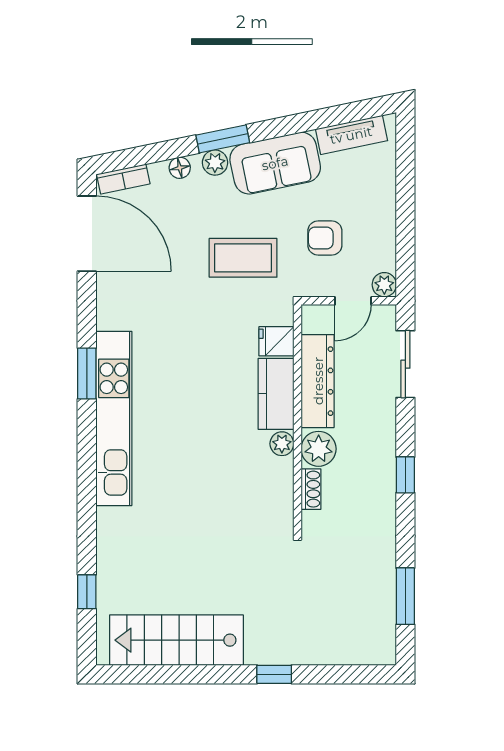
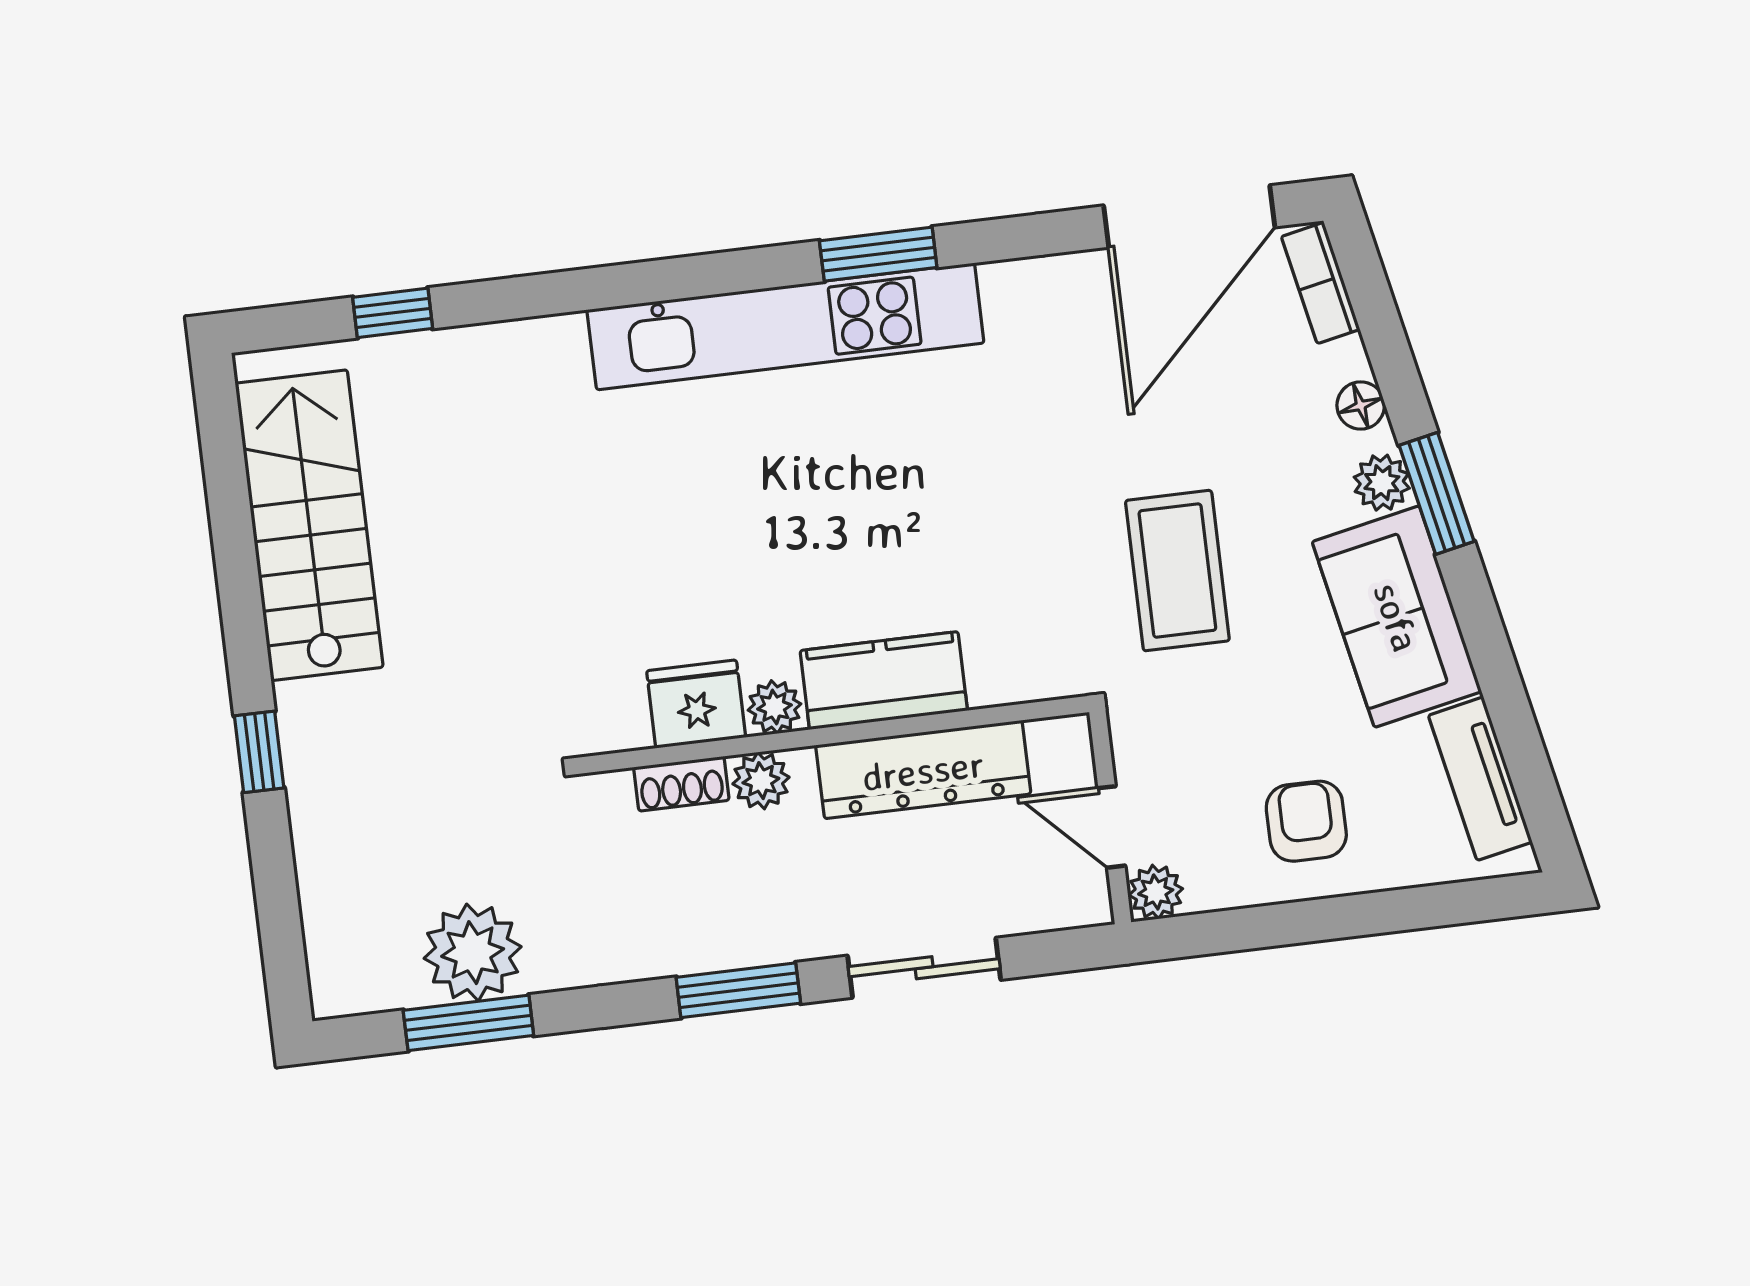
armchair: (325, 238) -> (1306, 821), moved
fridge: (276, 341) -> (696, 704), moved, width x1.38
sliding door: (405, 364) -> (924, 968), moved
plant: (319, 449) -> (761, 781), width x0.73, depth x0.73
window: (405, 475) -> (738, 990), width x1.50
plant: (374, 591) -> (473, 953), added

